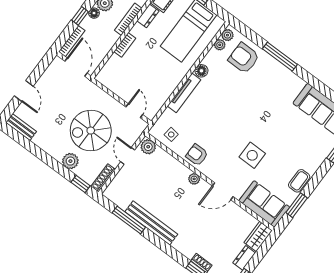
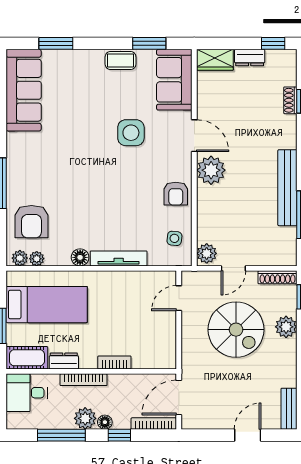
plant: (194, 179) -> (211, 170), width x1.87, depth x1.87

